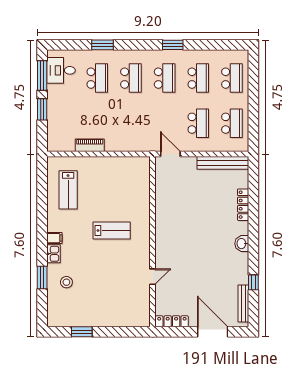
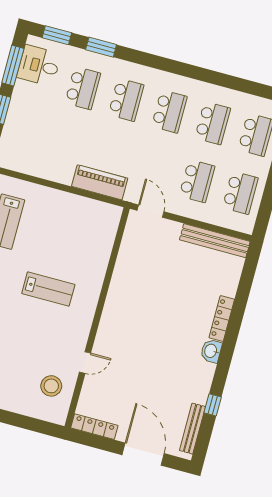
window: (173, 45) -> (57, 35), moved
piano: (90, 145) -> (100, 182), moved, width x1.37, depth x1.33
locker: (243, 205) -> (222, 319), moved
stool: (133, 300) -> (51, 386), added

